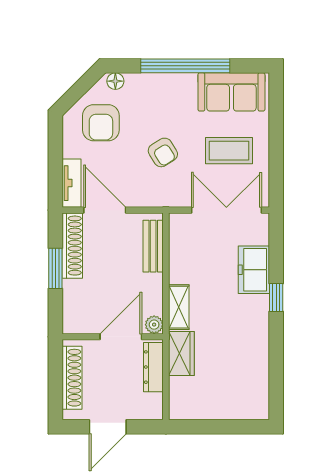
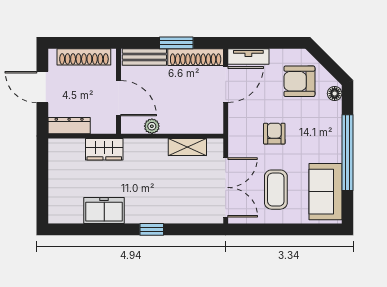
armchair: (163, 152) -> (274, 134), turned 122
bench: (153, 246) -> (144, 57), moved
freezer: (254, 270) -> (104, 211), moved
shelving: (179, 307) -> (187, 147), moved
plant: (154, 325) -> (152, 126), moved
dresser: (153, 367) -> (69, 126), moved

